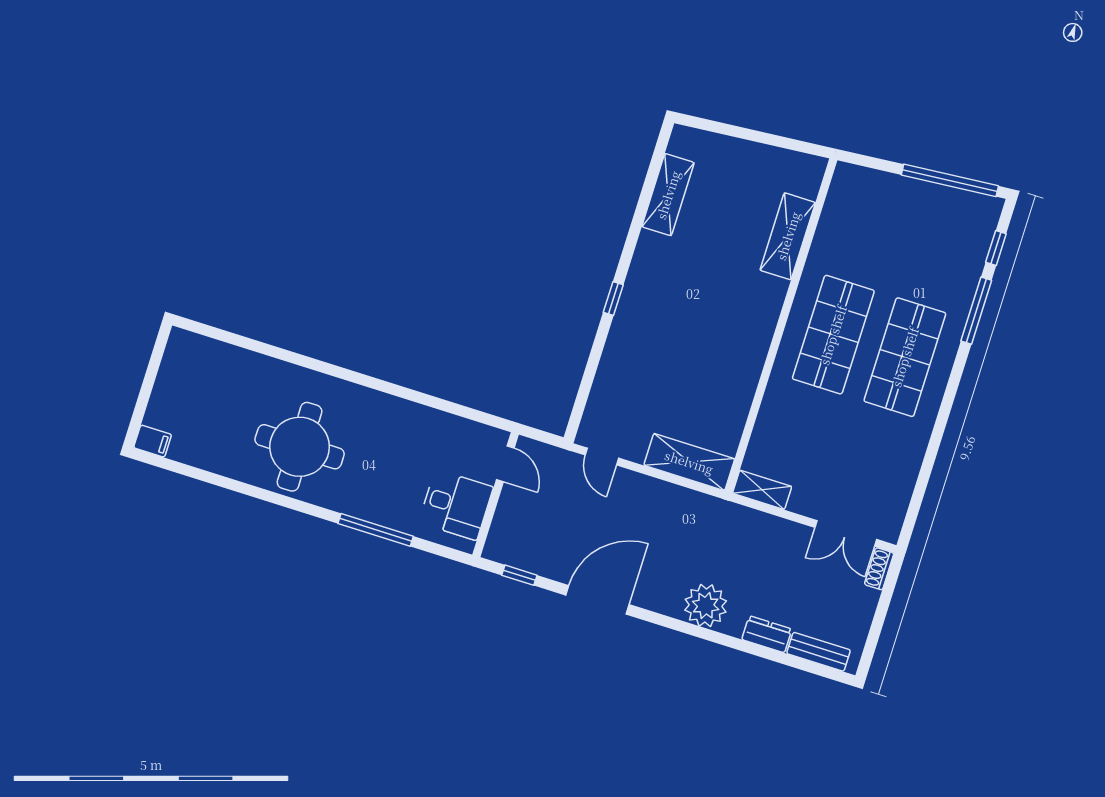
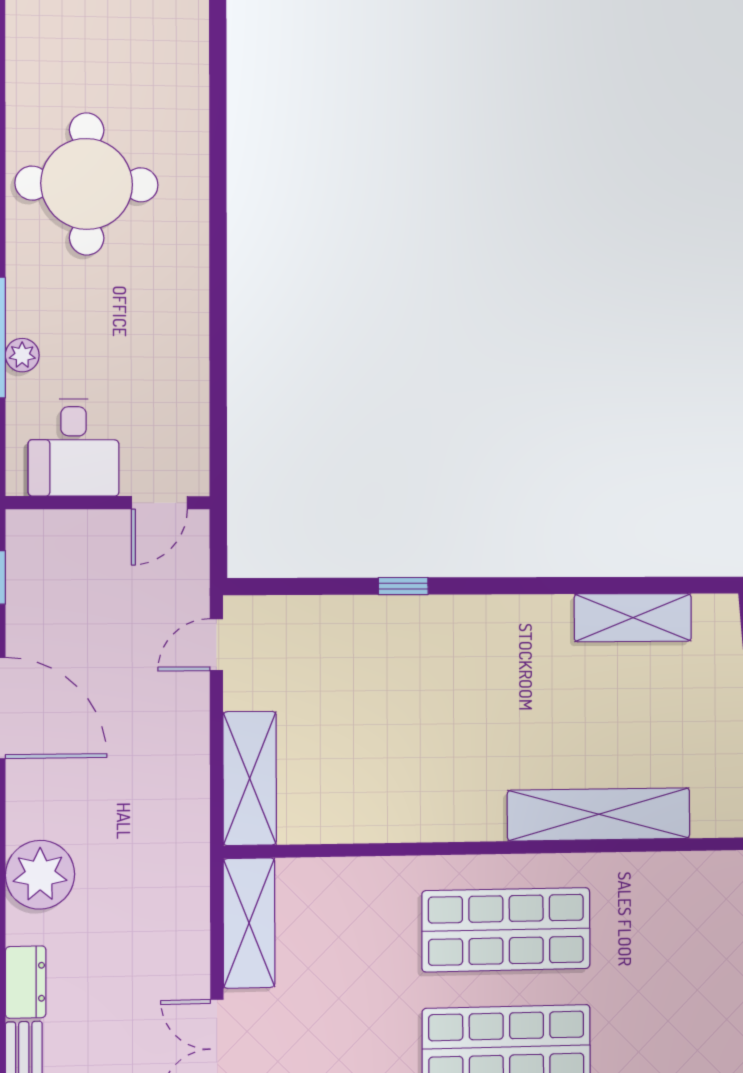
shelving: (788, 236) -> (599, 814), width x1.47
window: (613, 298) -> (403, 586), moved
shelving: (762, 490) -> (249, 923), width x1.50, depth x1.33
plant: (391, 518) -> (22, 355), added

